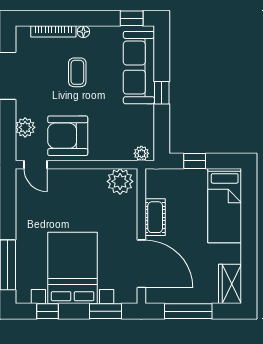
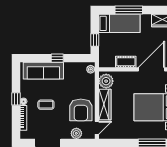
window: (132, 18) -> (16, 99), moved
wardrobe: (78, 179) -> (105, 105), added
window: (249, 223) -> (129, 10), added

